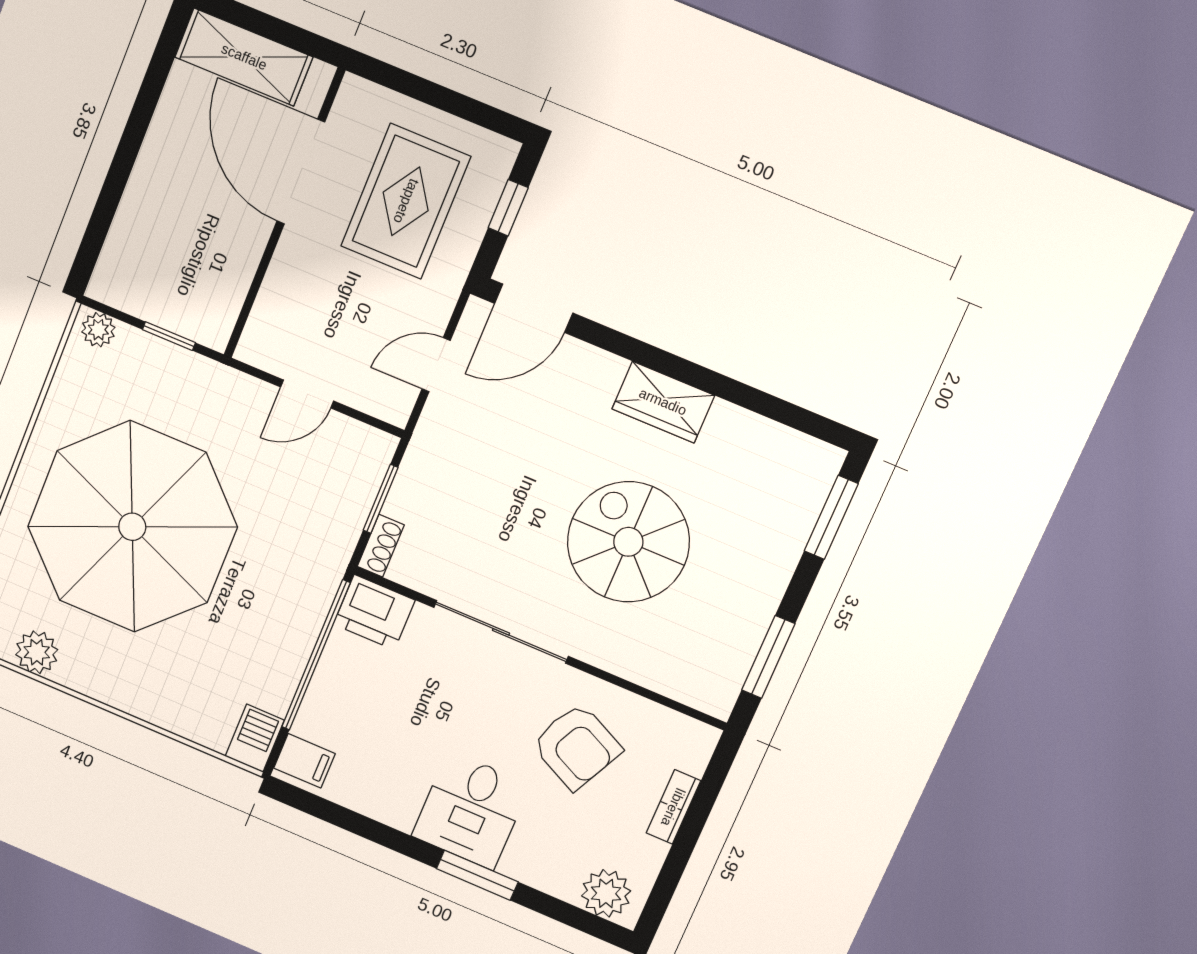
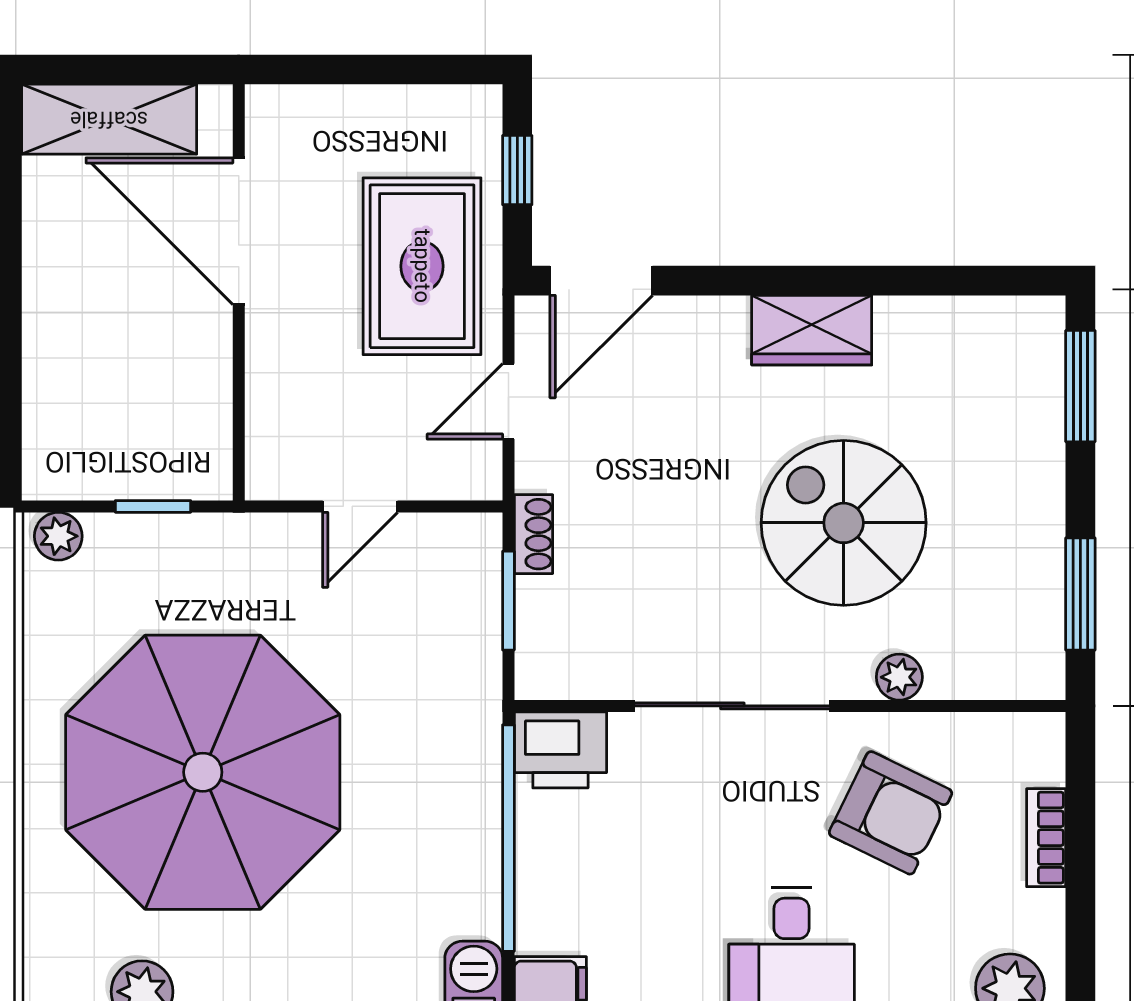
rug: (406, 201) -> (422, 266), moved
shoe rack: (381, 546) -> (533, 534), moved
plant: (621, 660) -> (899, 677), added

